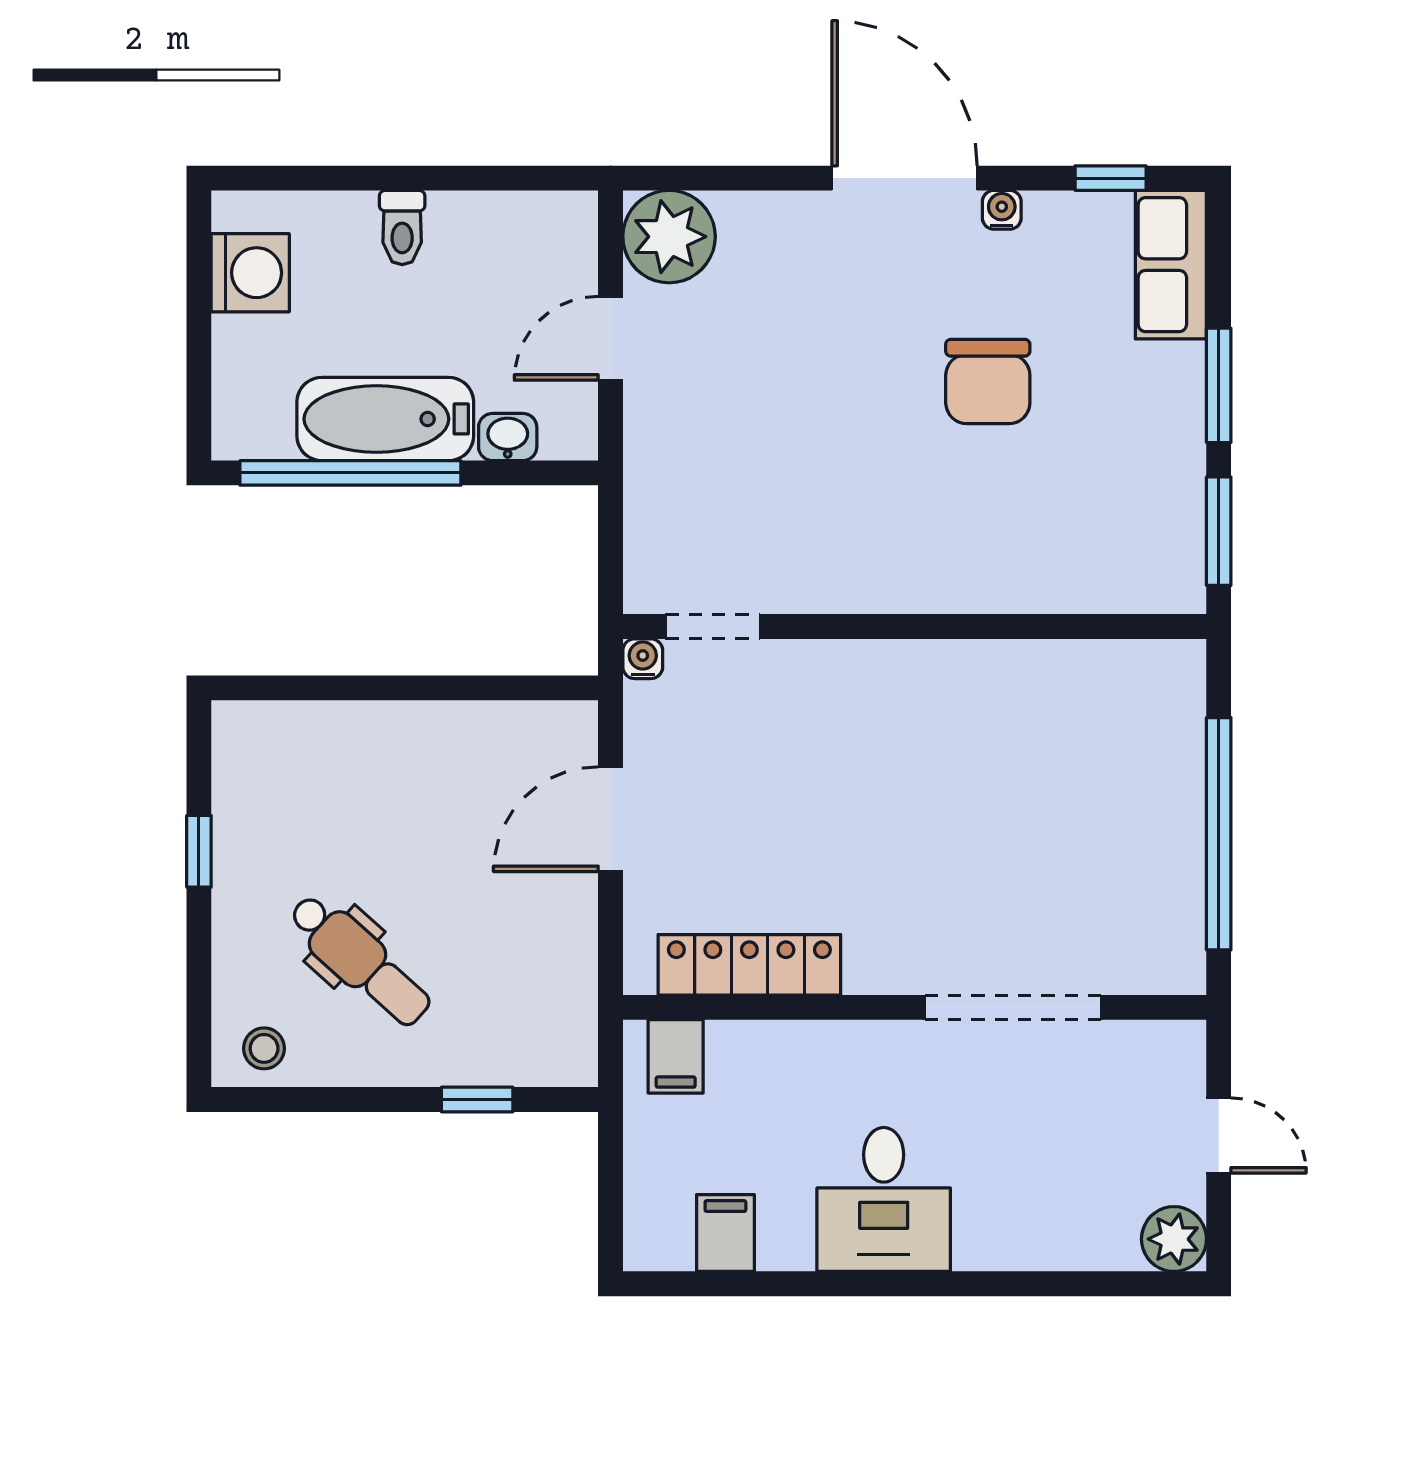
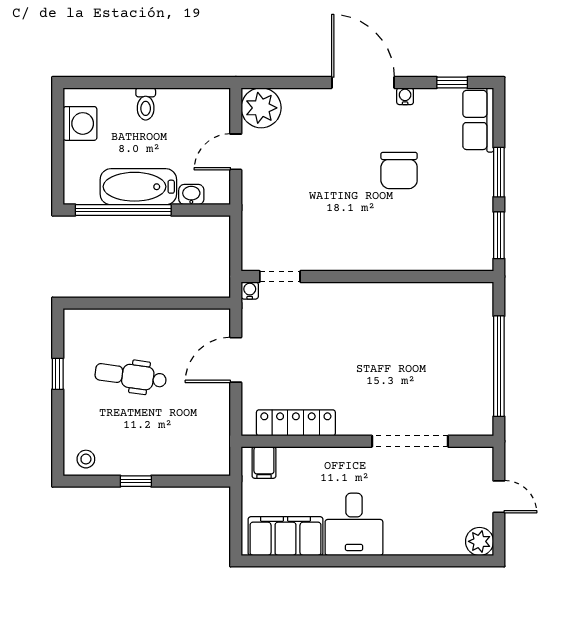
dental chair: (360, 960) -> (131, 376), moved, turned 146
window: (477, 1099) -> (136, 481), moved
filing cabinet: (725, 1233) -> (285, 536), width x3.00, depth x1.17

